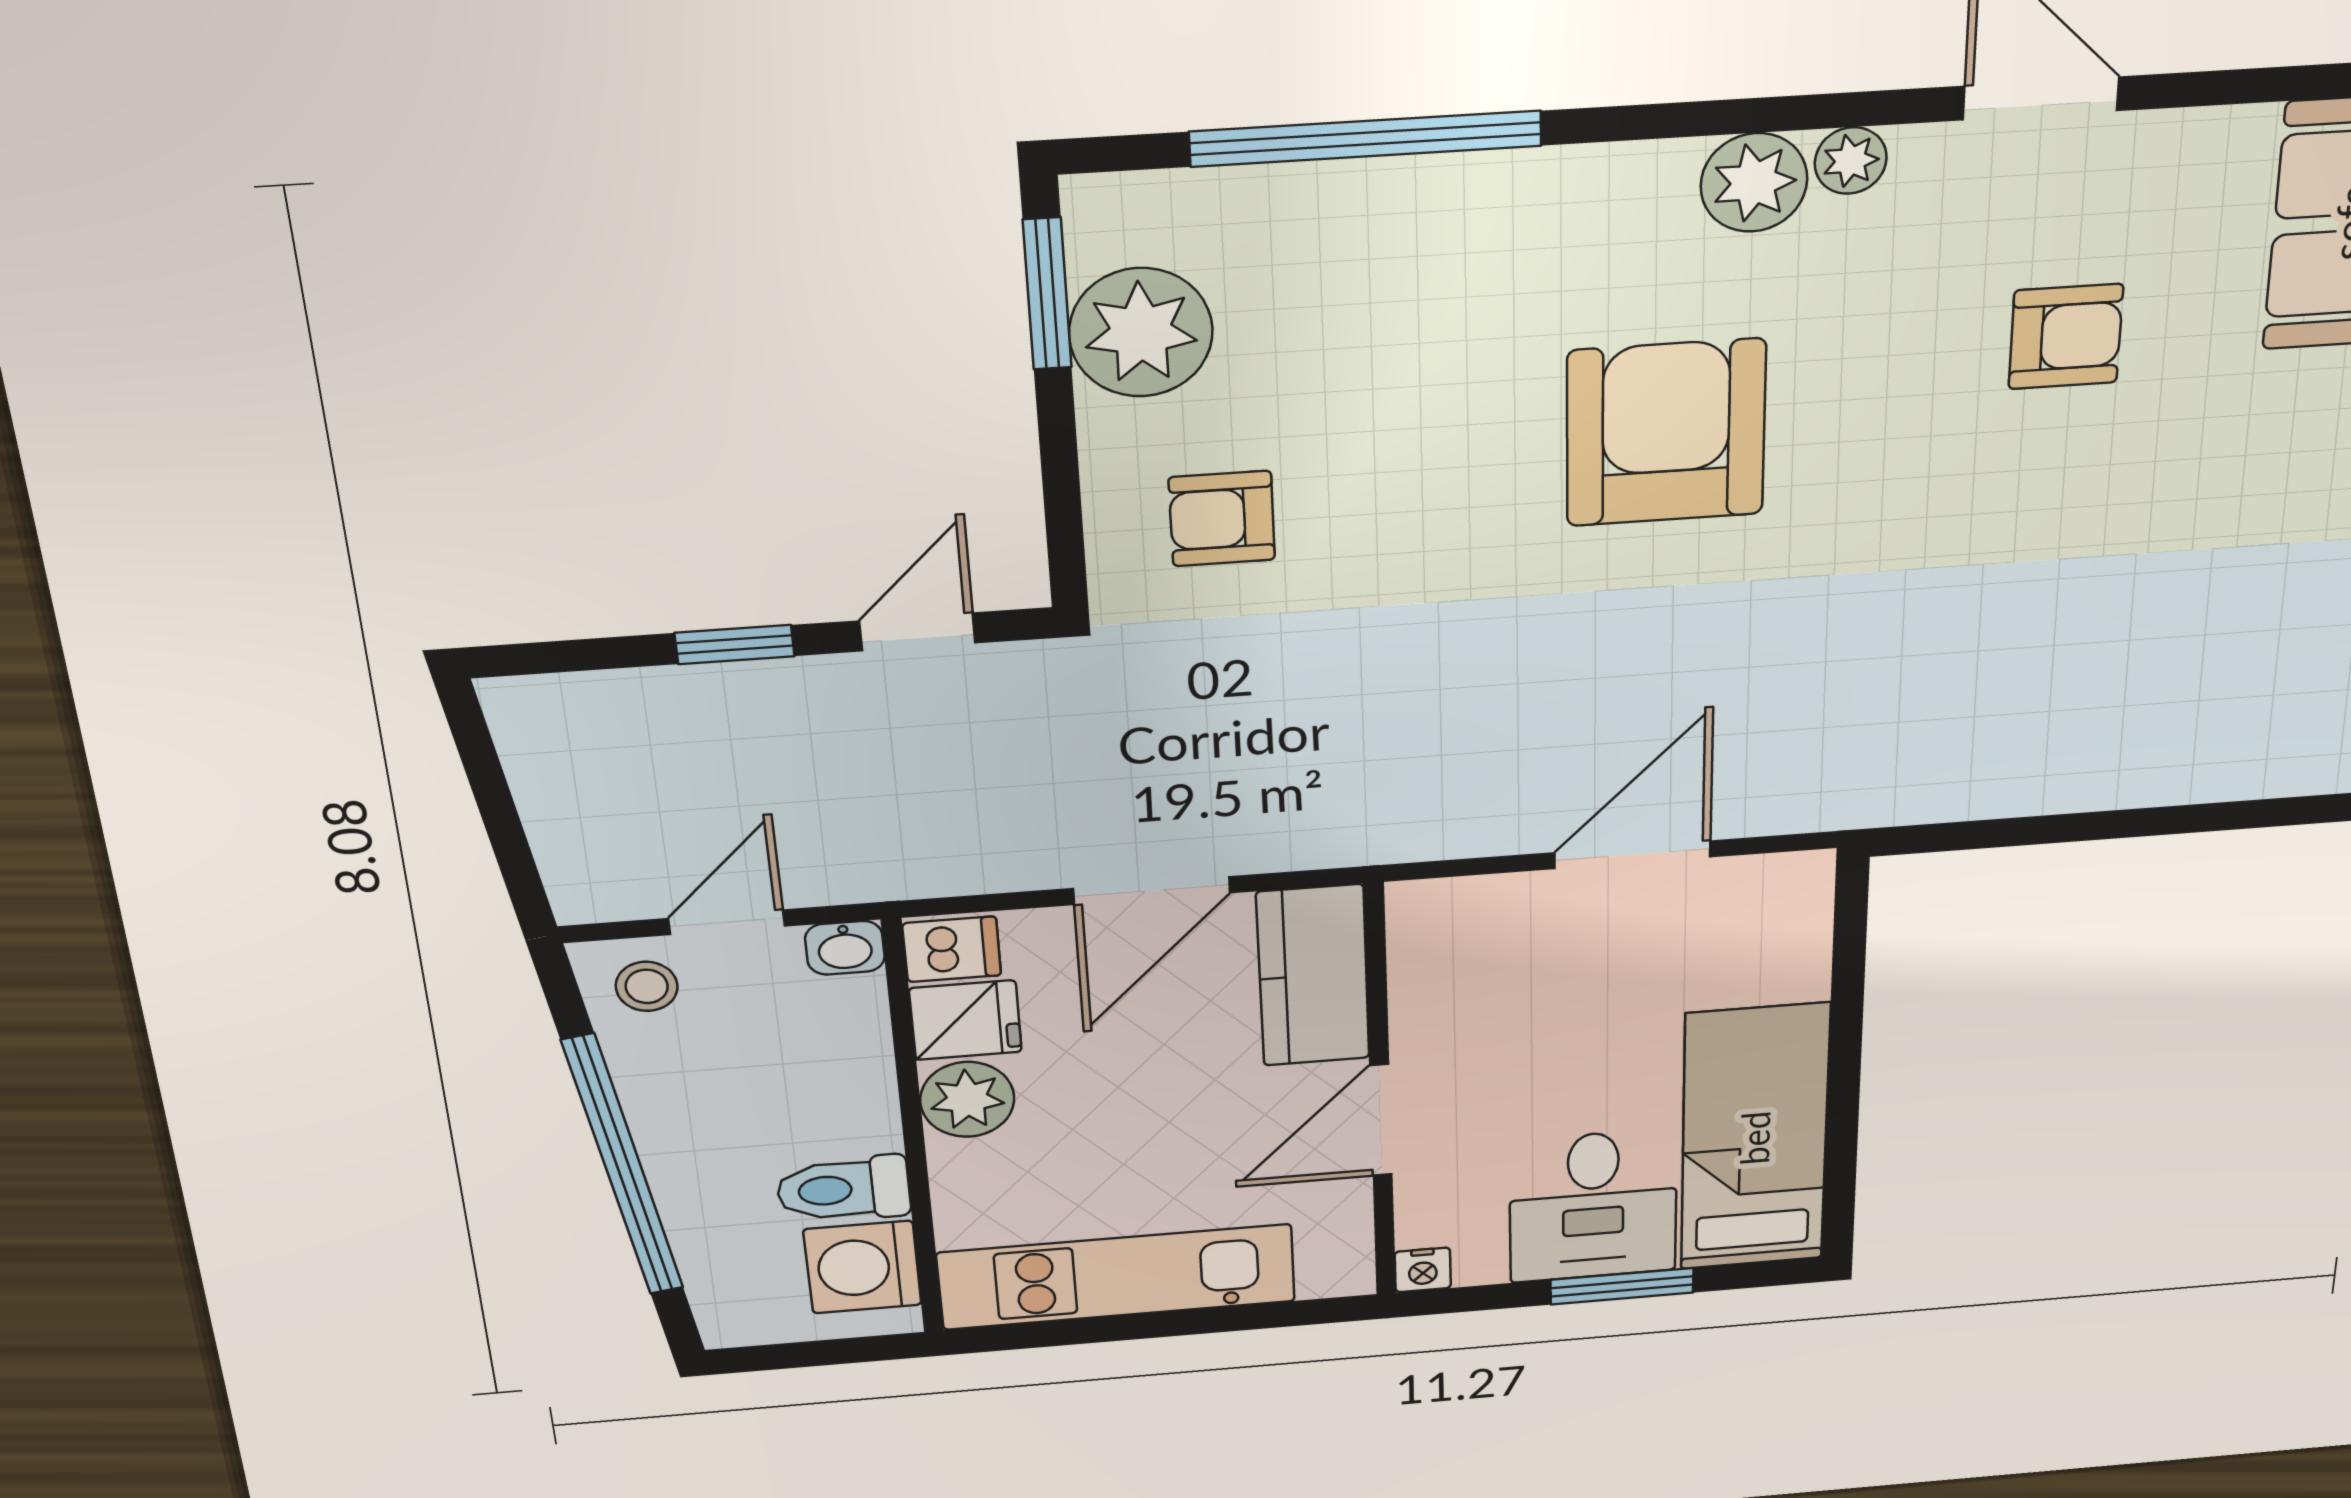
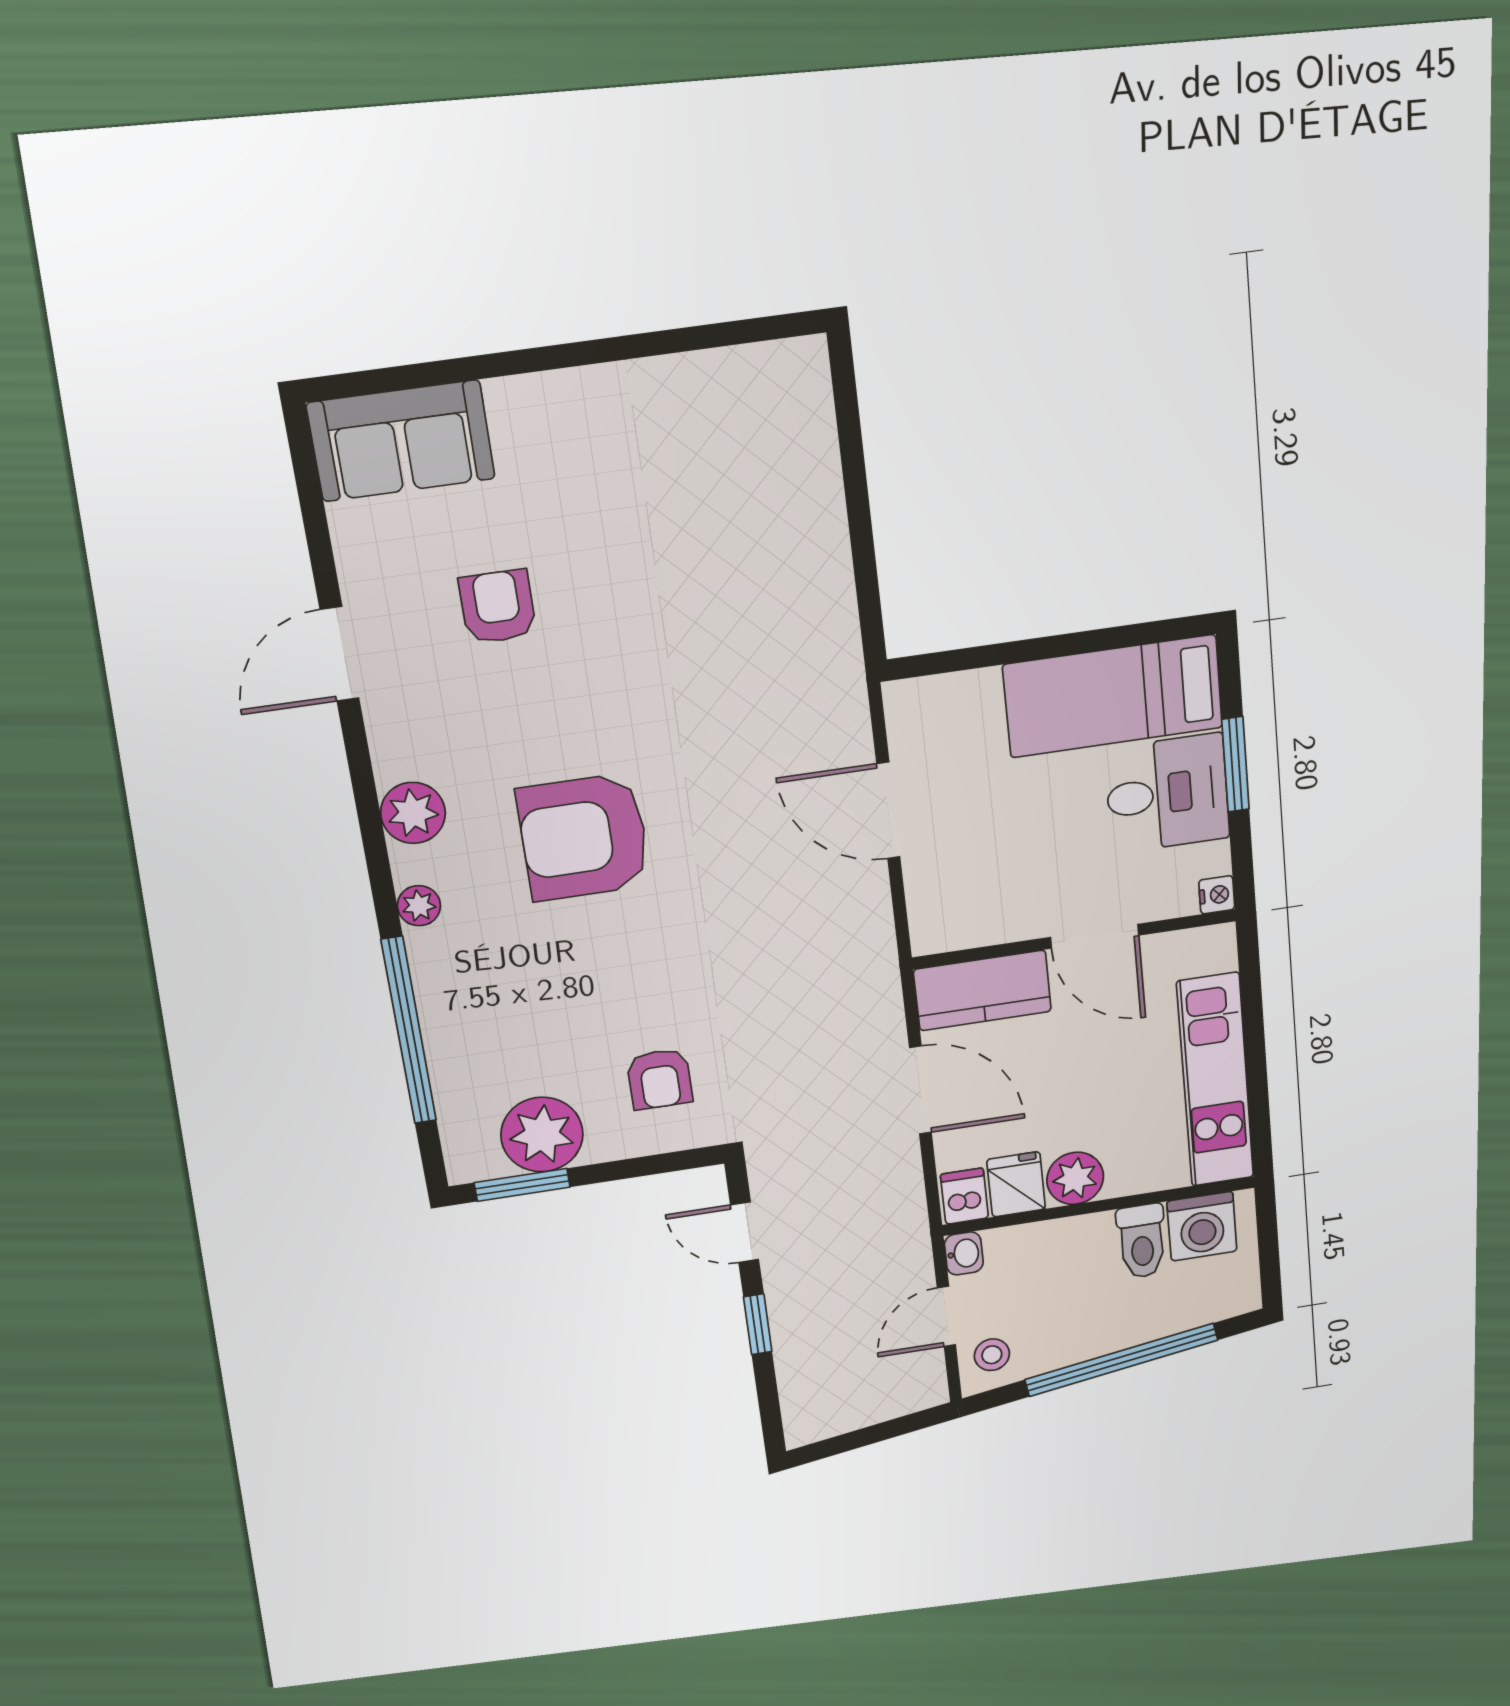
plant: (1851, 161) -> (419, 906), moved
door: (727, 922) -> (946, 1316), hinge flipped

